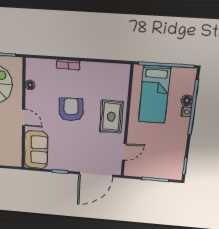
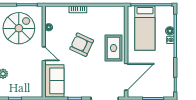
armchair: (71, 110) -> (82, 45), turned -62
door: (124, 152) -> (126, 77), width x1.87

